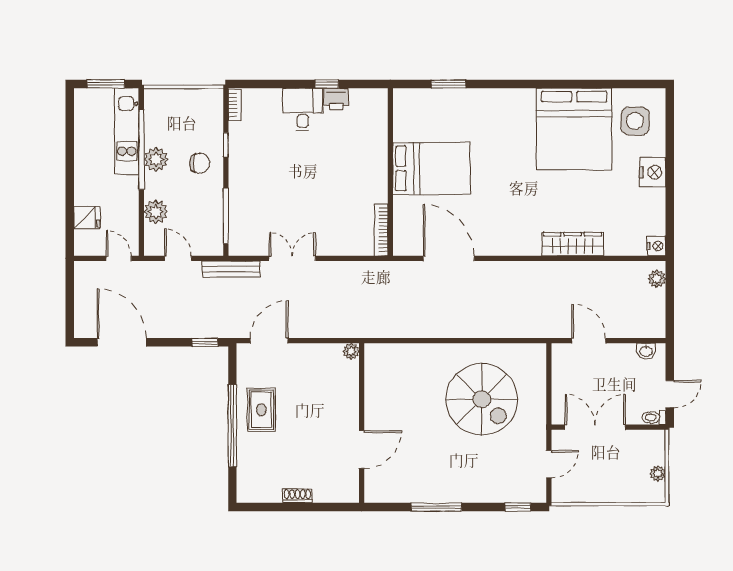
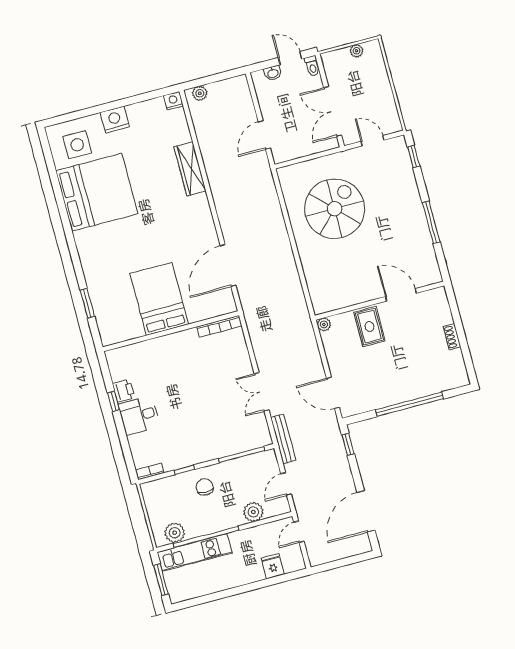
plant: (156, 159) -> (175, 533), moved
washbasin: (646, 351) -> (273, 73), moved, turned 90
rug: (261, 410) -> (369, 327), moved, turned 90

